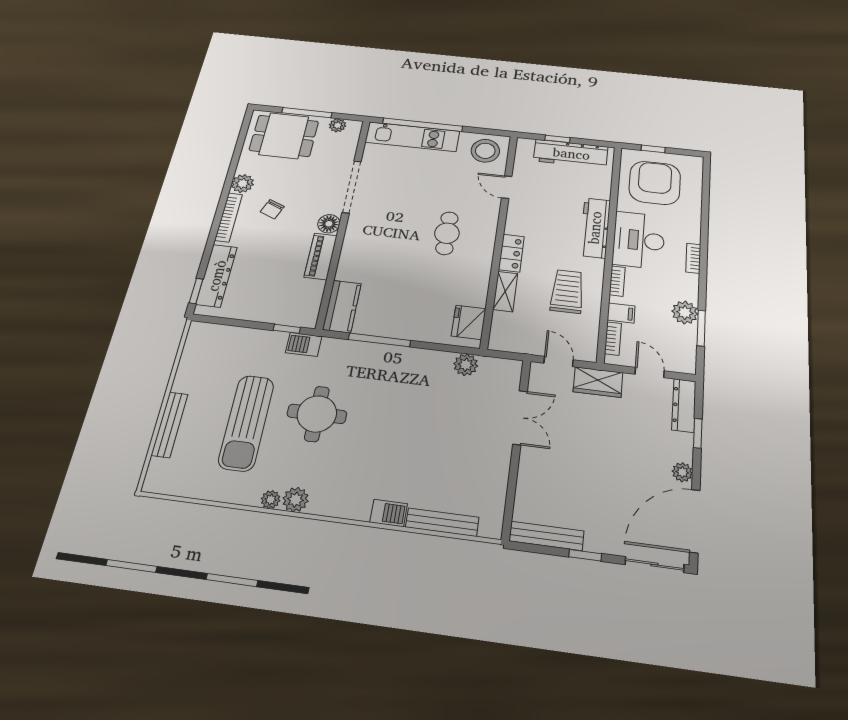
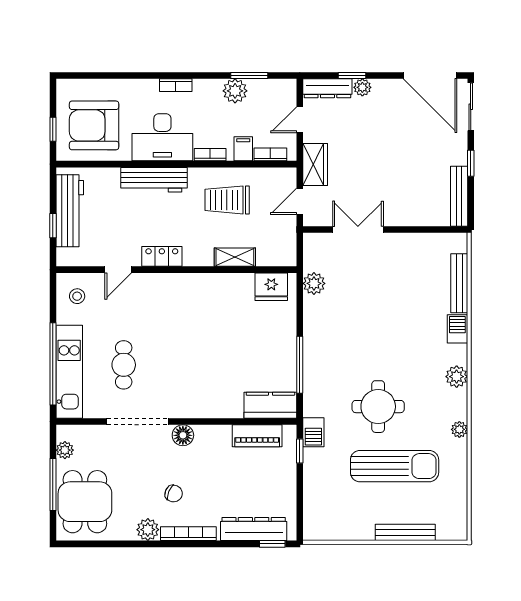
stool: (485, 151) -> (77, 296), width x0.53, depth x0.53
cafe table: (447, 233) -> (124, 365), moved, turned 90
locker: (511, 253) -> (162, 256), moved
piano: (321, 256) -> (257, 436), moved
plant: (682, 472) -> (362, 87), moved
plant: (296, 500) -> (457, 377), moved

